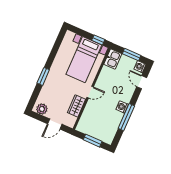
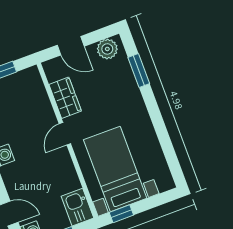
window: (43, 76) -> (139, 71), moved
door: (55, 124) -> (71, 46), swing flipped

